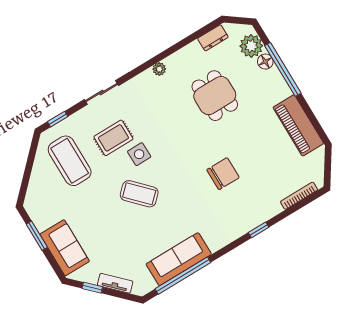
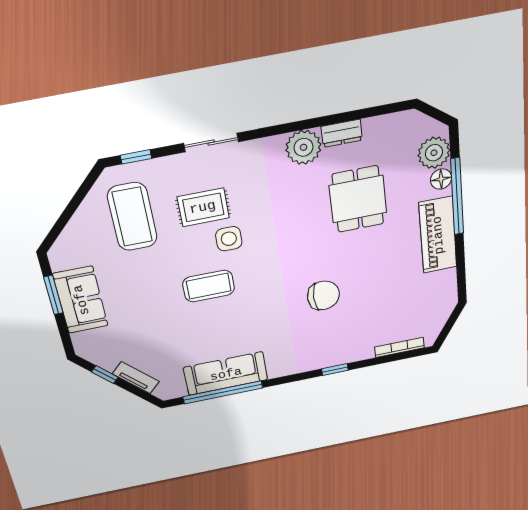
dresser: (213, 38) -> (342, 133), moved
plant: (159, 69) -> (303, 147), width x1.87, depth x1.87
piano: (298, 125) -> (438, 235), moved
coffee table: (139, 194) -> (209, 286), turned -46
sofa: (65, 248) -> (81, 300), moved

